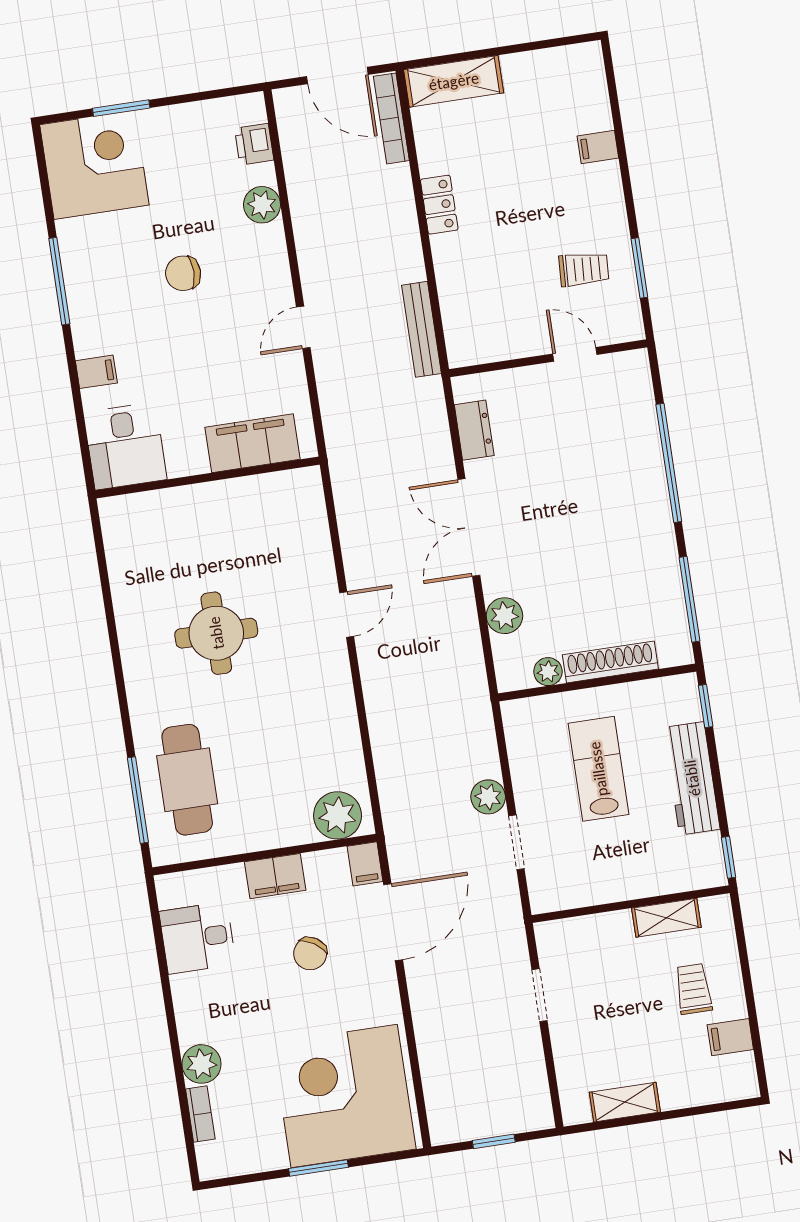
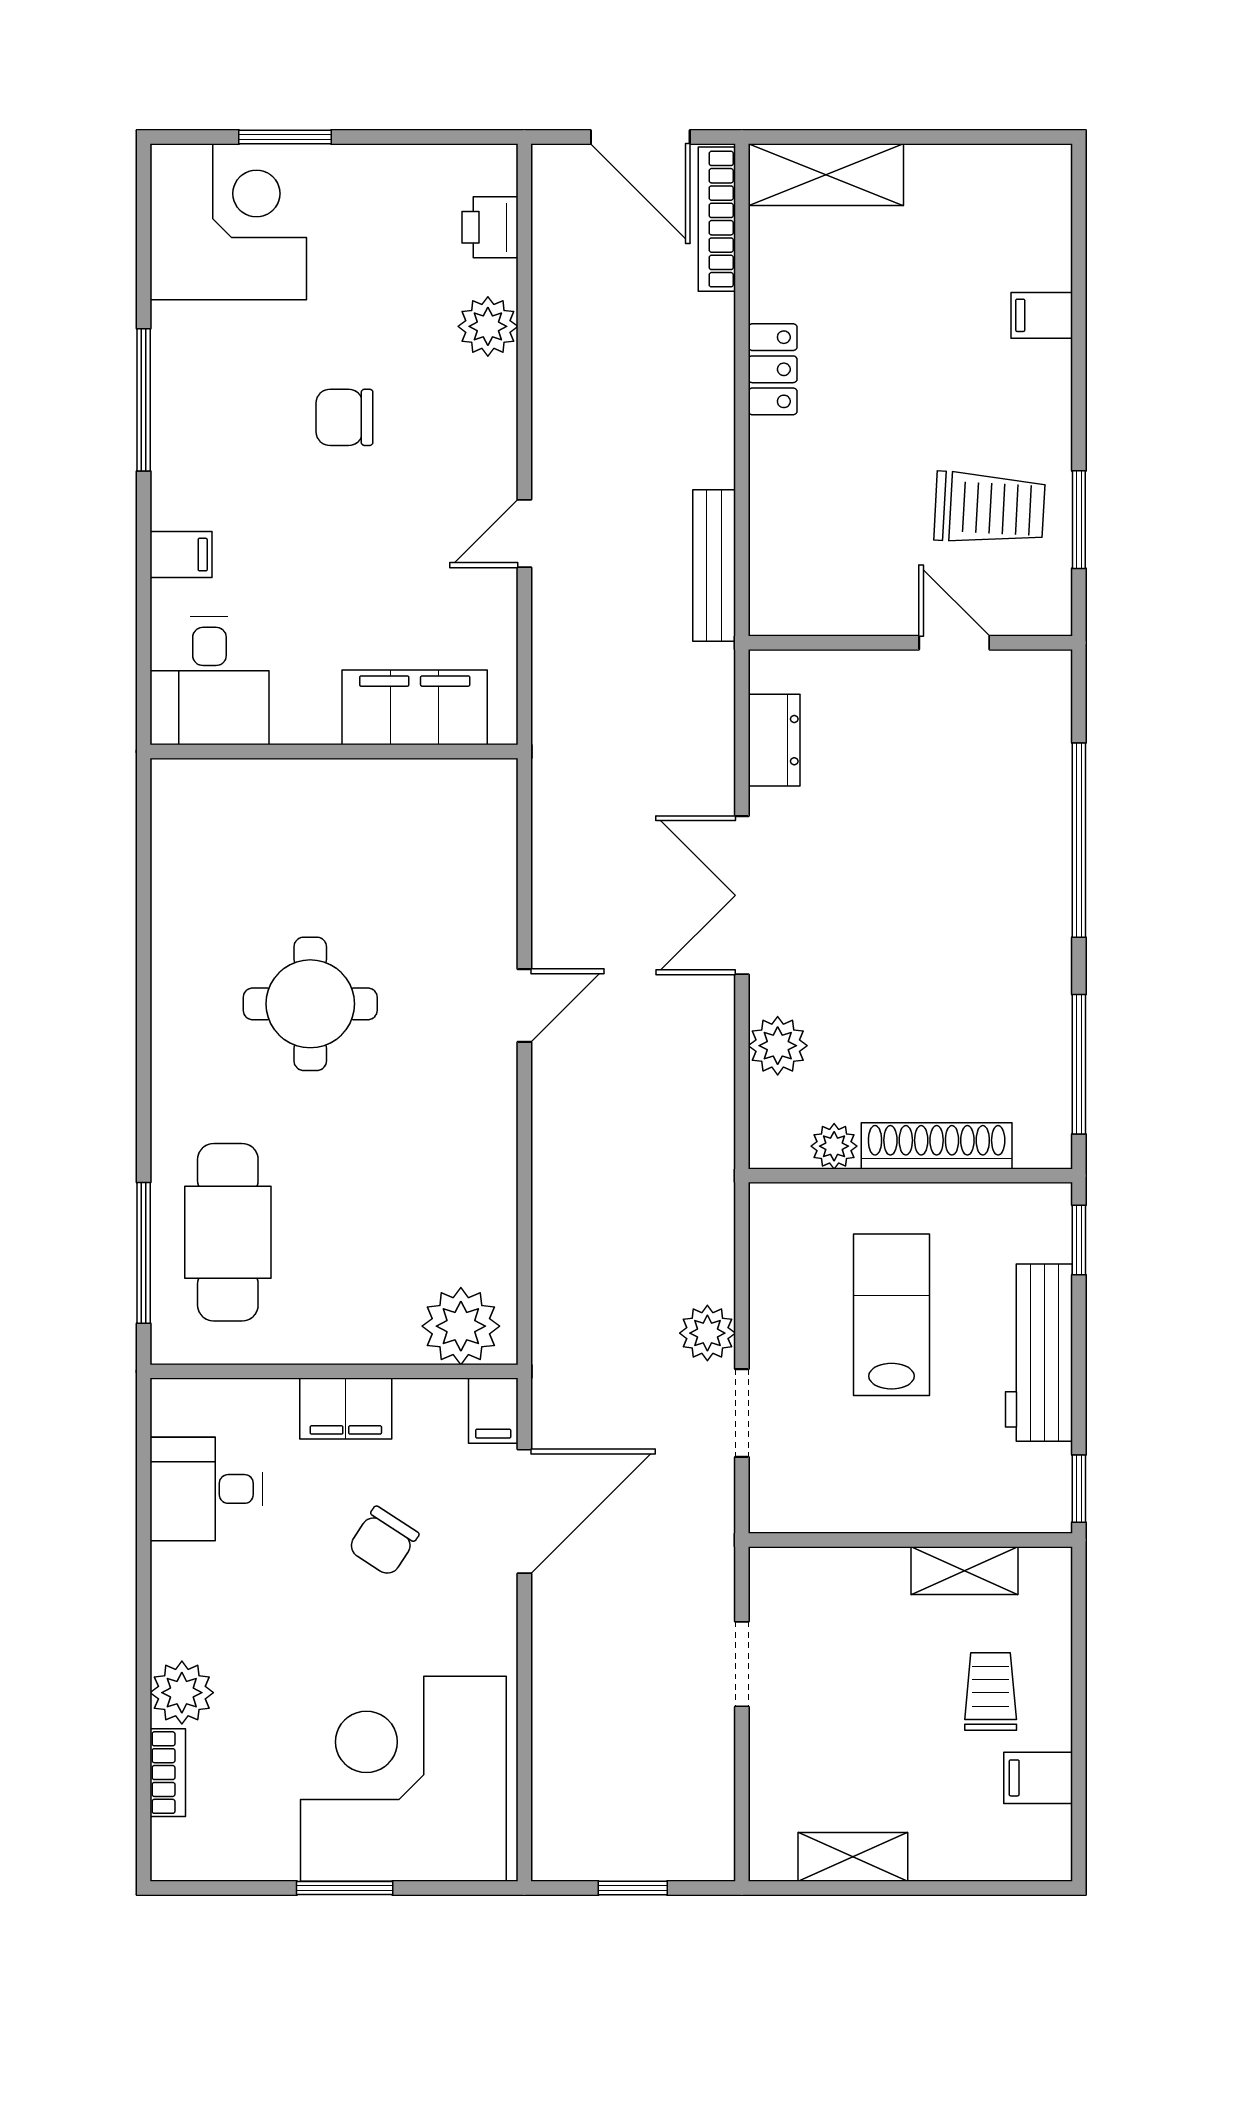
trolley: (584, 269) -> (990, 508), width x1.36, depth x1.39

